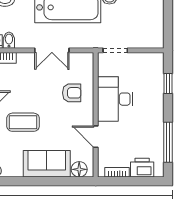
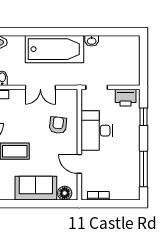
armchair: (72, 93) -> (58, 125), turned -84
printer: (142, 168) -> (126, 98), moved, turned 180

